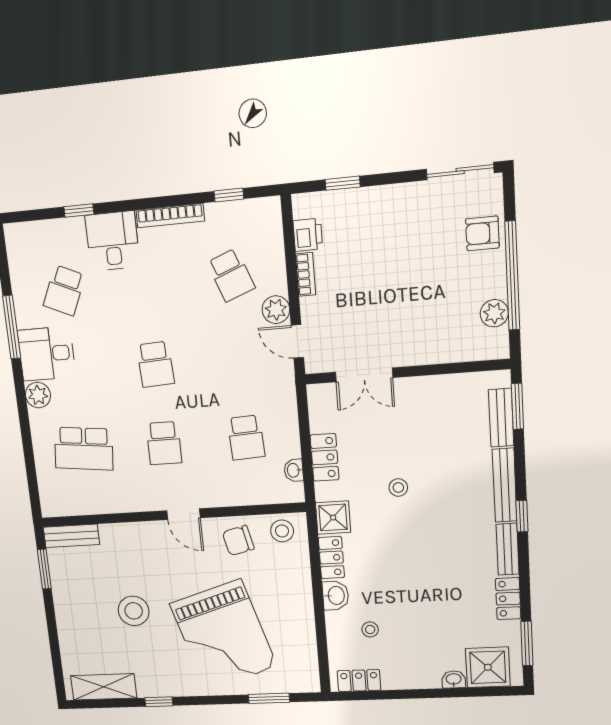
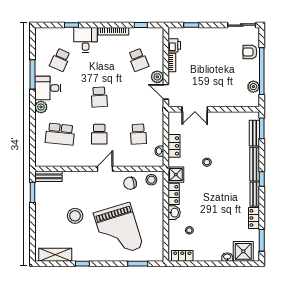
door: (184, 514) -> (105, 169), swing flipped

